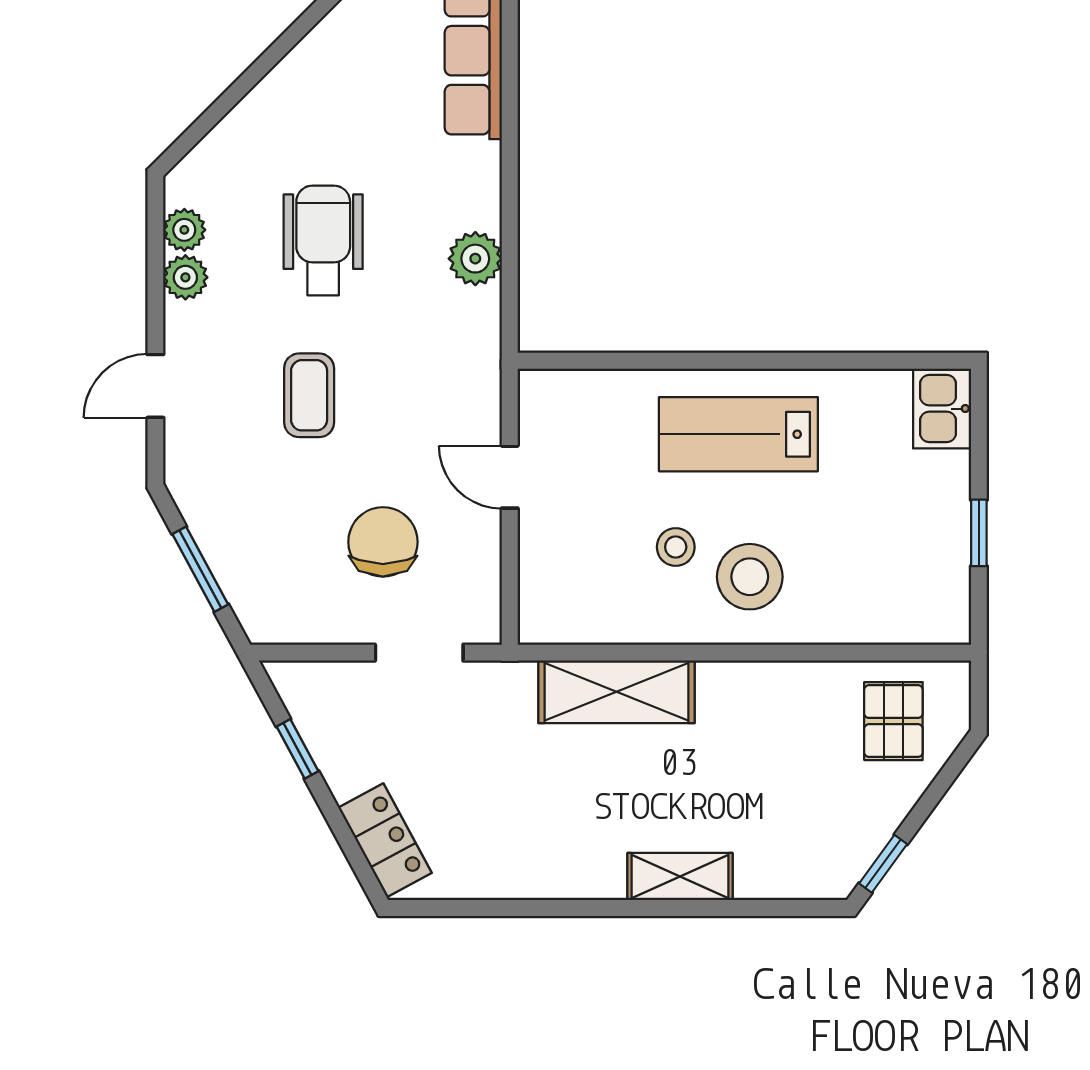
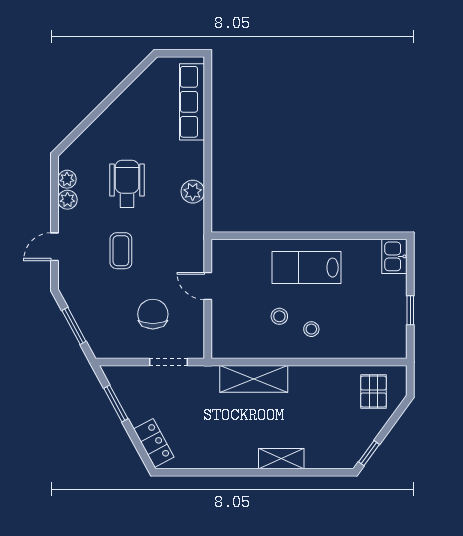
stool: (750, 577) -> (311, 329), width x0.53, depth x0.53
window: (297, 749) -> (116, 404), width x1.50

